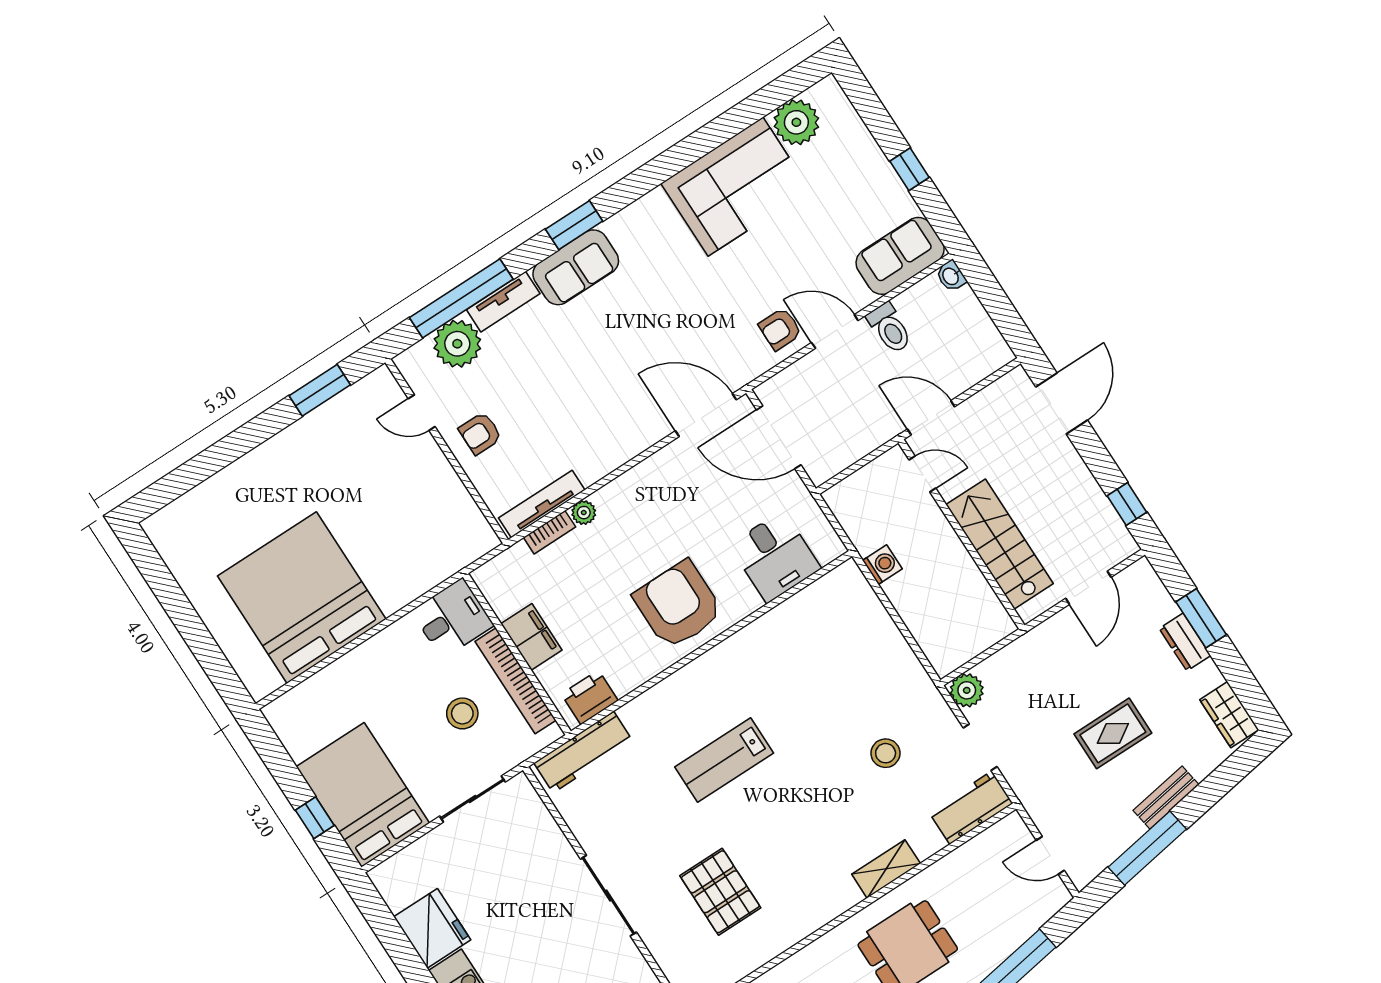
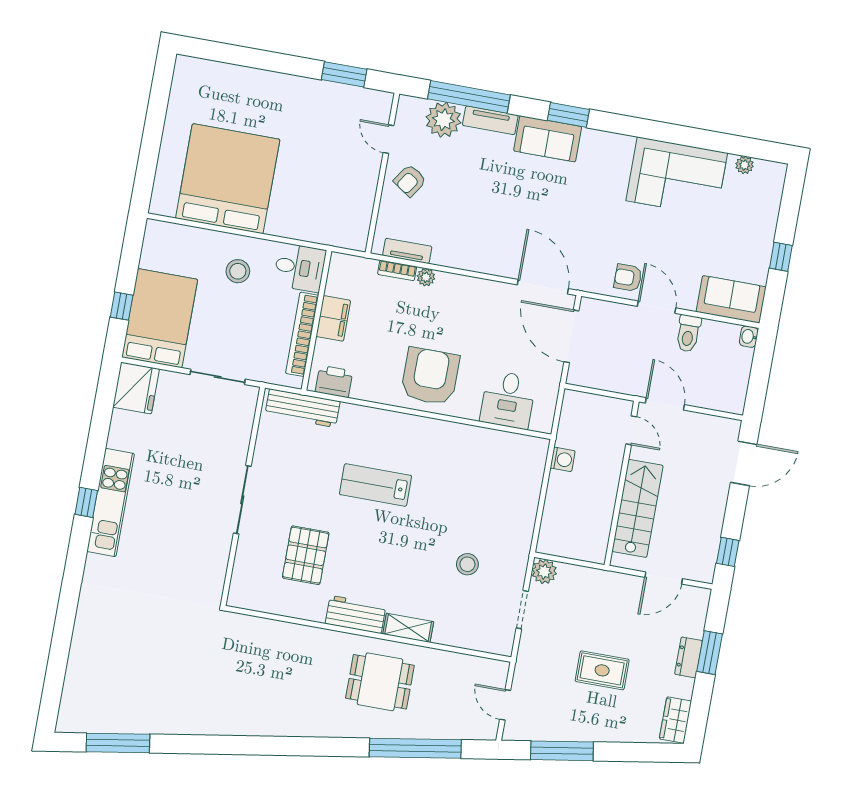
plant: (796, 122) -> (745, 165), width x0.53, depth x0.53
armchair: (480, 433) -> (410, 181), turned -56
tv unit: (542, 504) -> (407, 251), width x0.71
stool: (462, 713) -> (238, 271), moved
bench: (1166, 798) -> (598, 733), removed
workbench: (971, 808) -> (356, 615), moved
fridge: (432, 928) -> (136, 388), moved

